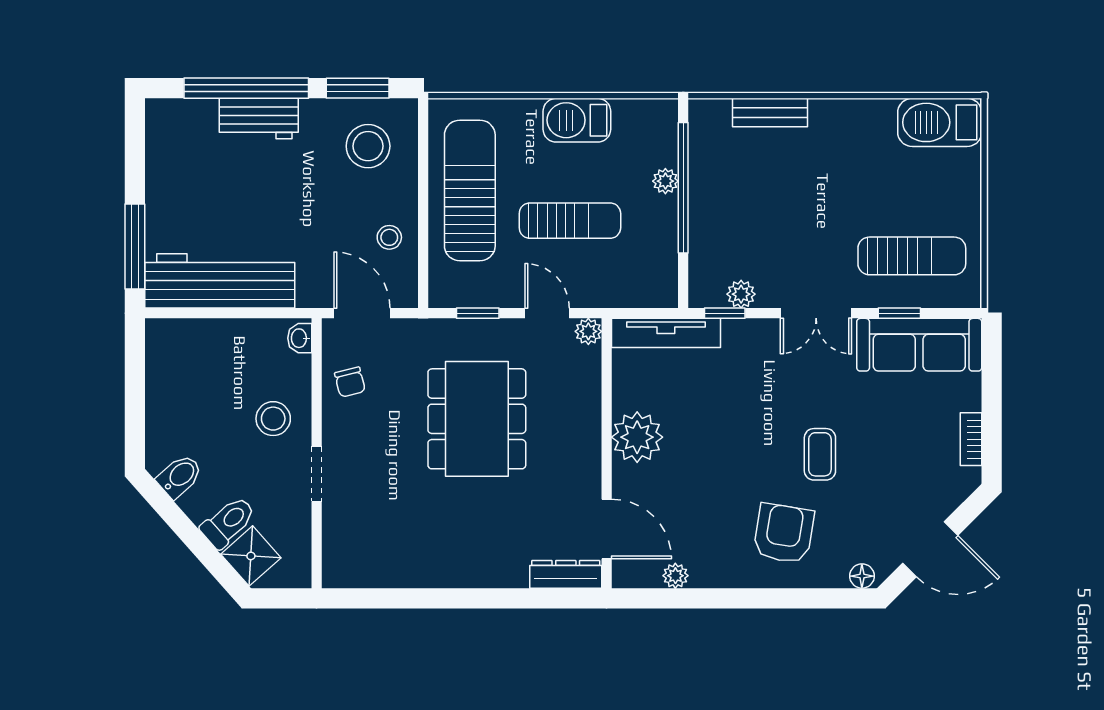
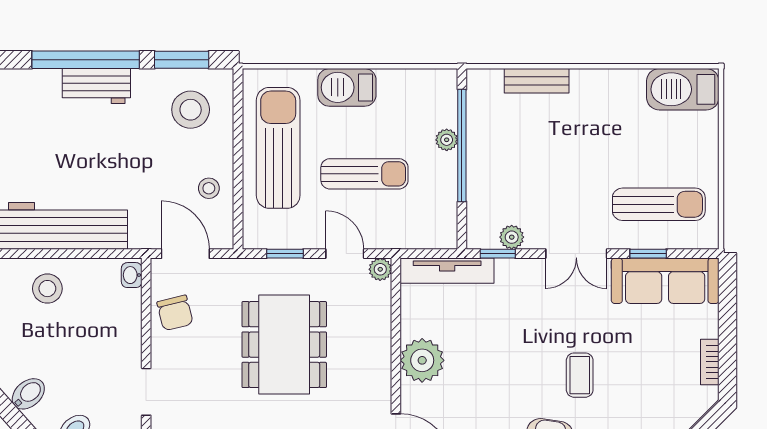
barbecue: (577, 120) -> (347, 87), moved
chair: (350, 382) -> (175, 313), width x1.37, depth x1.37
stool: (273, 419) -> (47, 289), moved

